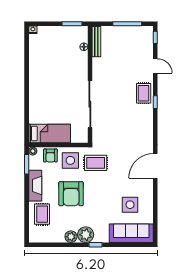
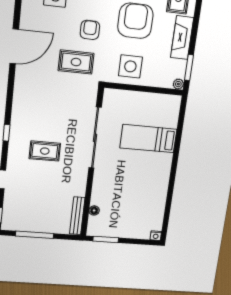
rug: (144, 93) -> (45, 151), moved, turned 90
bed: (50, 133) -> (148, 139), moved
armchair: (50, 155) -> (90, 30), moved
rug: (96, 163) -> (76, 62), moved

